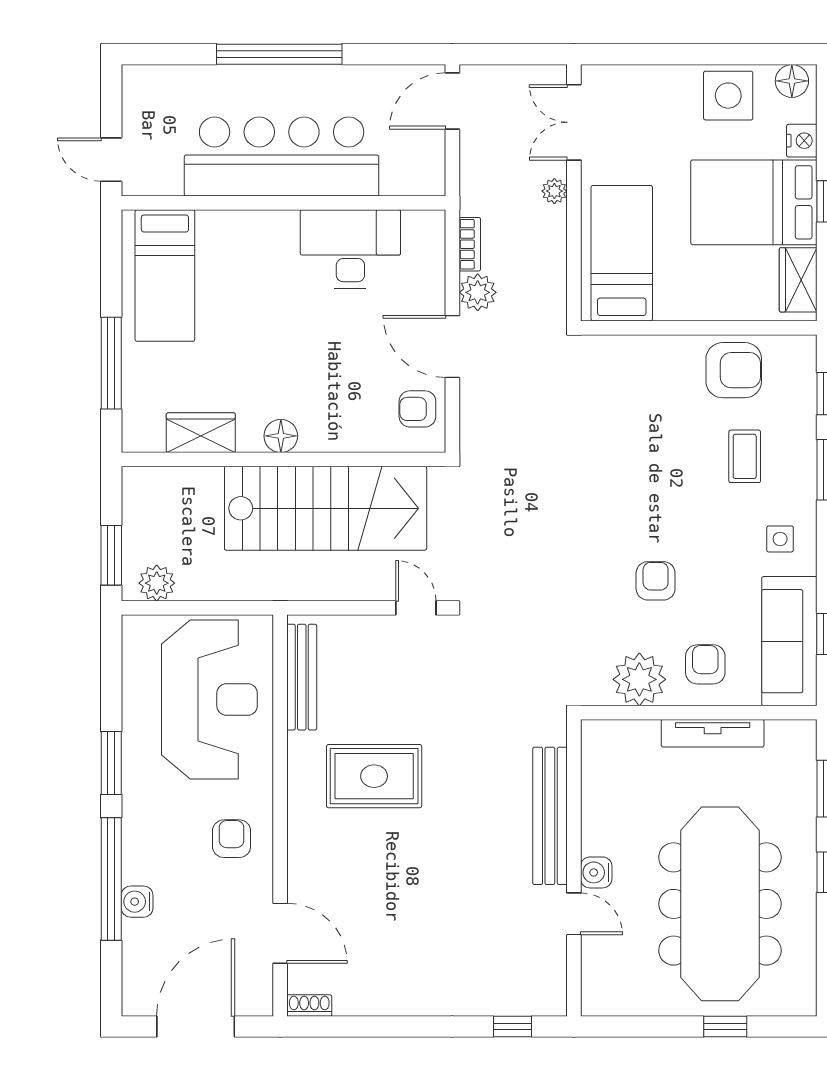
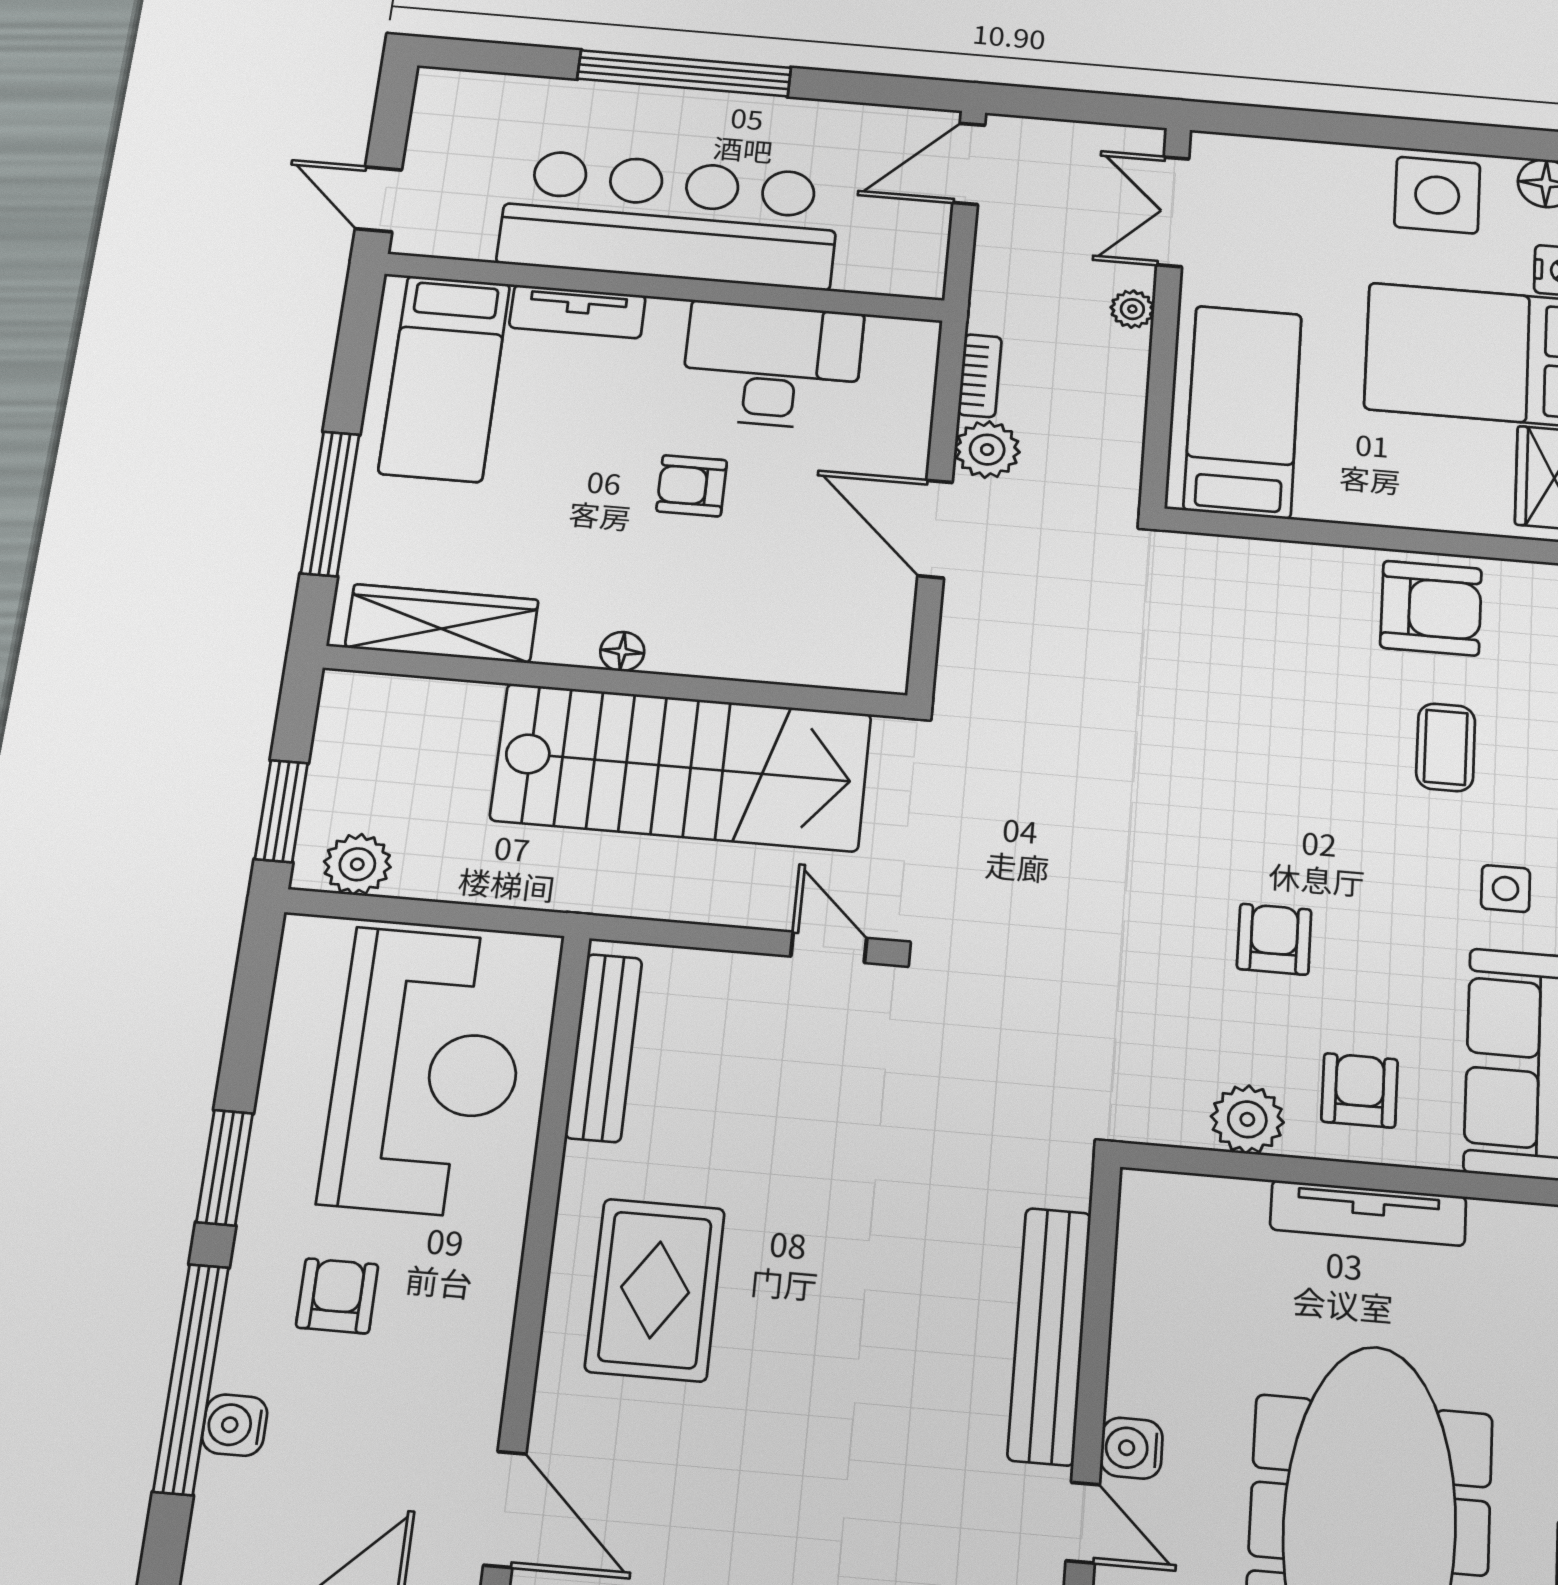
tv unit: (235, 224) -> (577, 312), added
armchair: (417, 409) -> (692, 486), moved
wardrobe: (201, 433) -> (442, 624), width x1.50
floor lamp: (281, 436) -> (622, 651), width x0.73, depth x0.73
plant: (639, 679) -> (1247, 1119), width x0.73, depth x0.73
rug: (374, 776) -> (655, 1290), moved, turned 90
armchair: (232, 839) -> (337, 1296), moved

